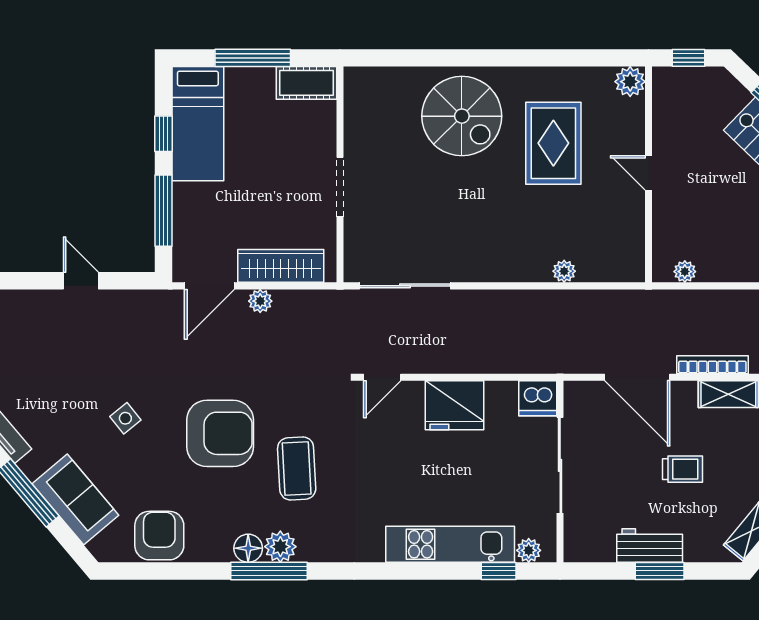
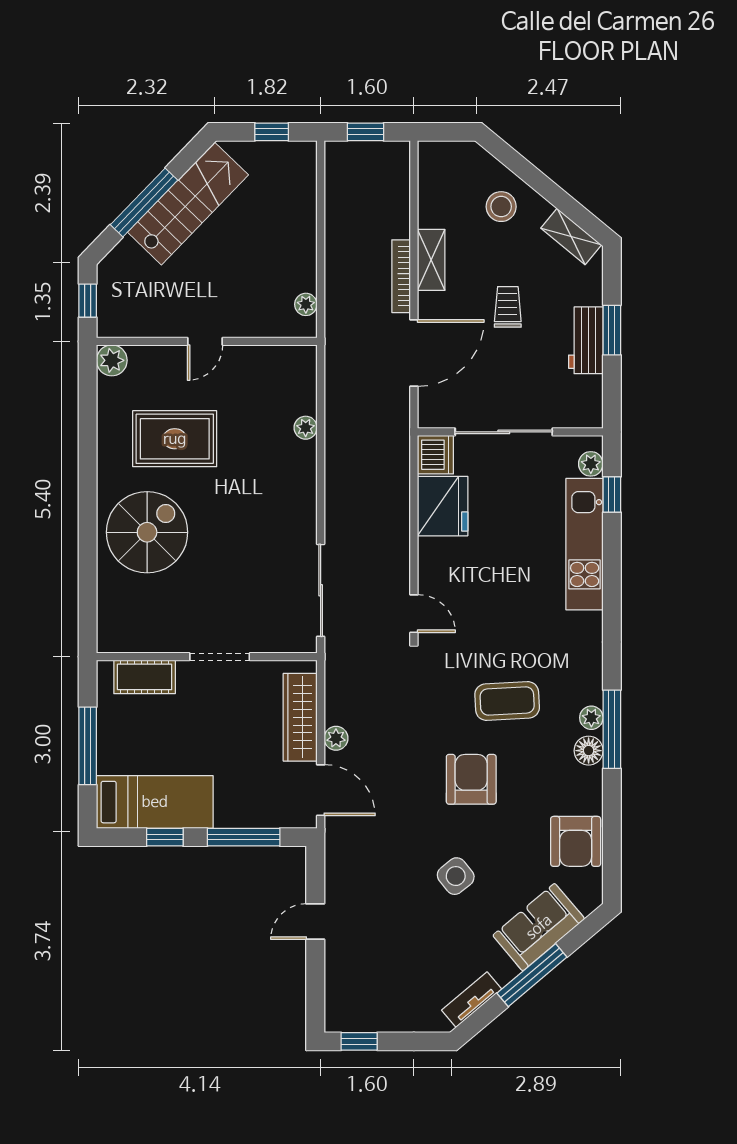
cot: (306, 83) -> (145, 677), moved, turned 90
fridge: (454, 405) -> (443, 506), moved
side table: (125, 418) -> (456, 876), width x1.37, depth x1.37
armchair: (220, 433) -> (471, 779), width x0.73, depth x0.73
armchair: (159, 536) -> (576, 841), turned -90
plant: (280, 547) -> (591, 718), width x0.73, depth x0.73

